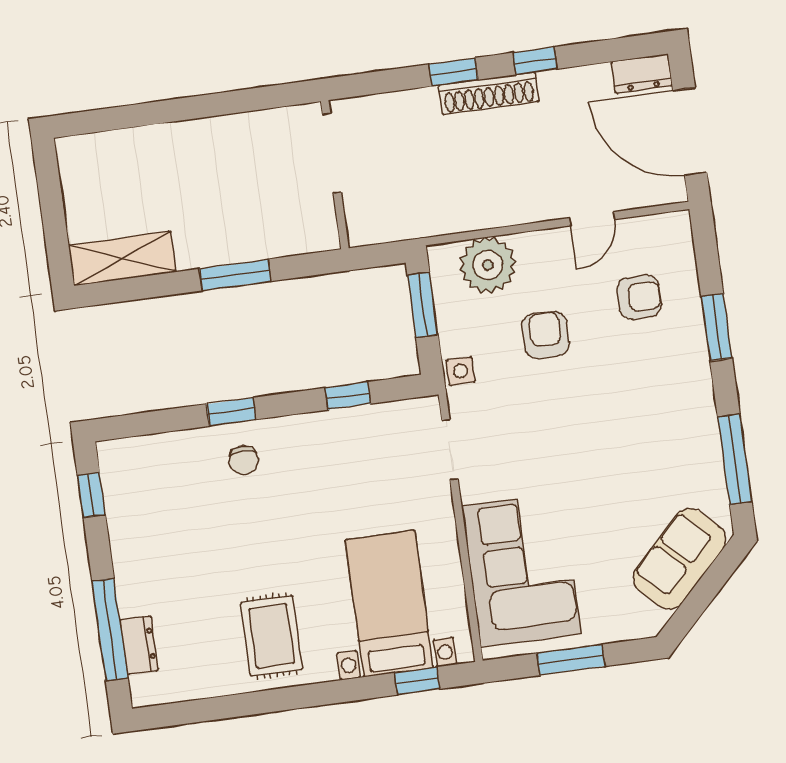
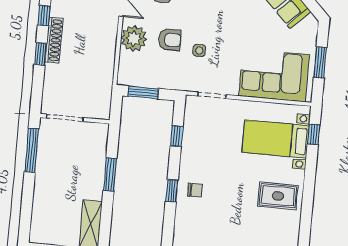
window: (248, 100) -> (32, 150), added
plant: (488, 265) -> (134, 38), moved
armchair: (546, 335) -> (170, 40), turned 180
side table: (461, 371) -> (199, 50), moved

